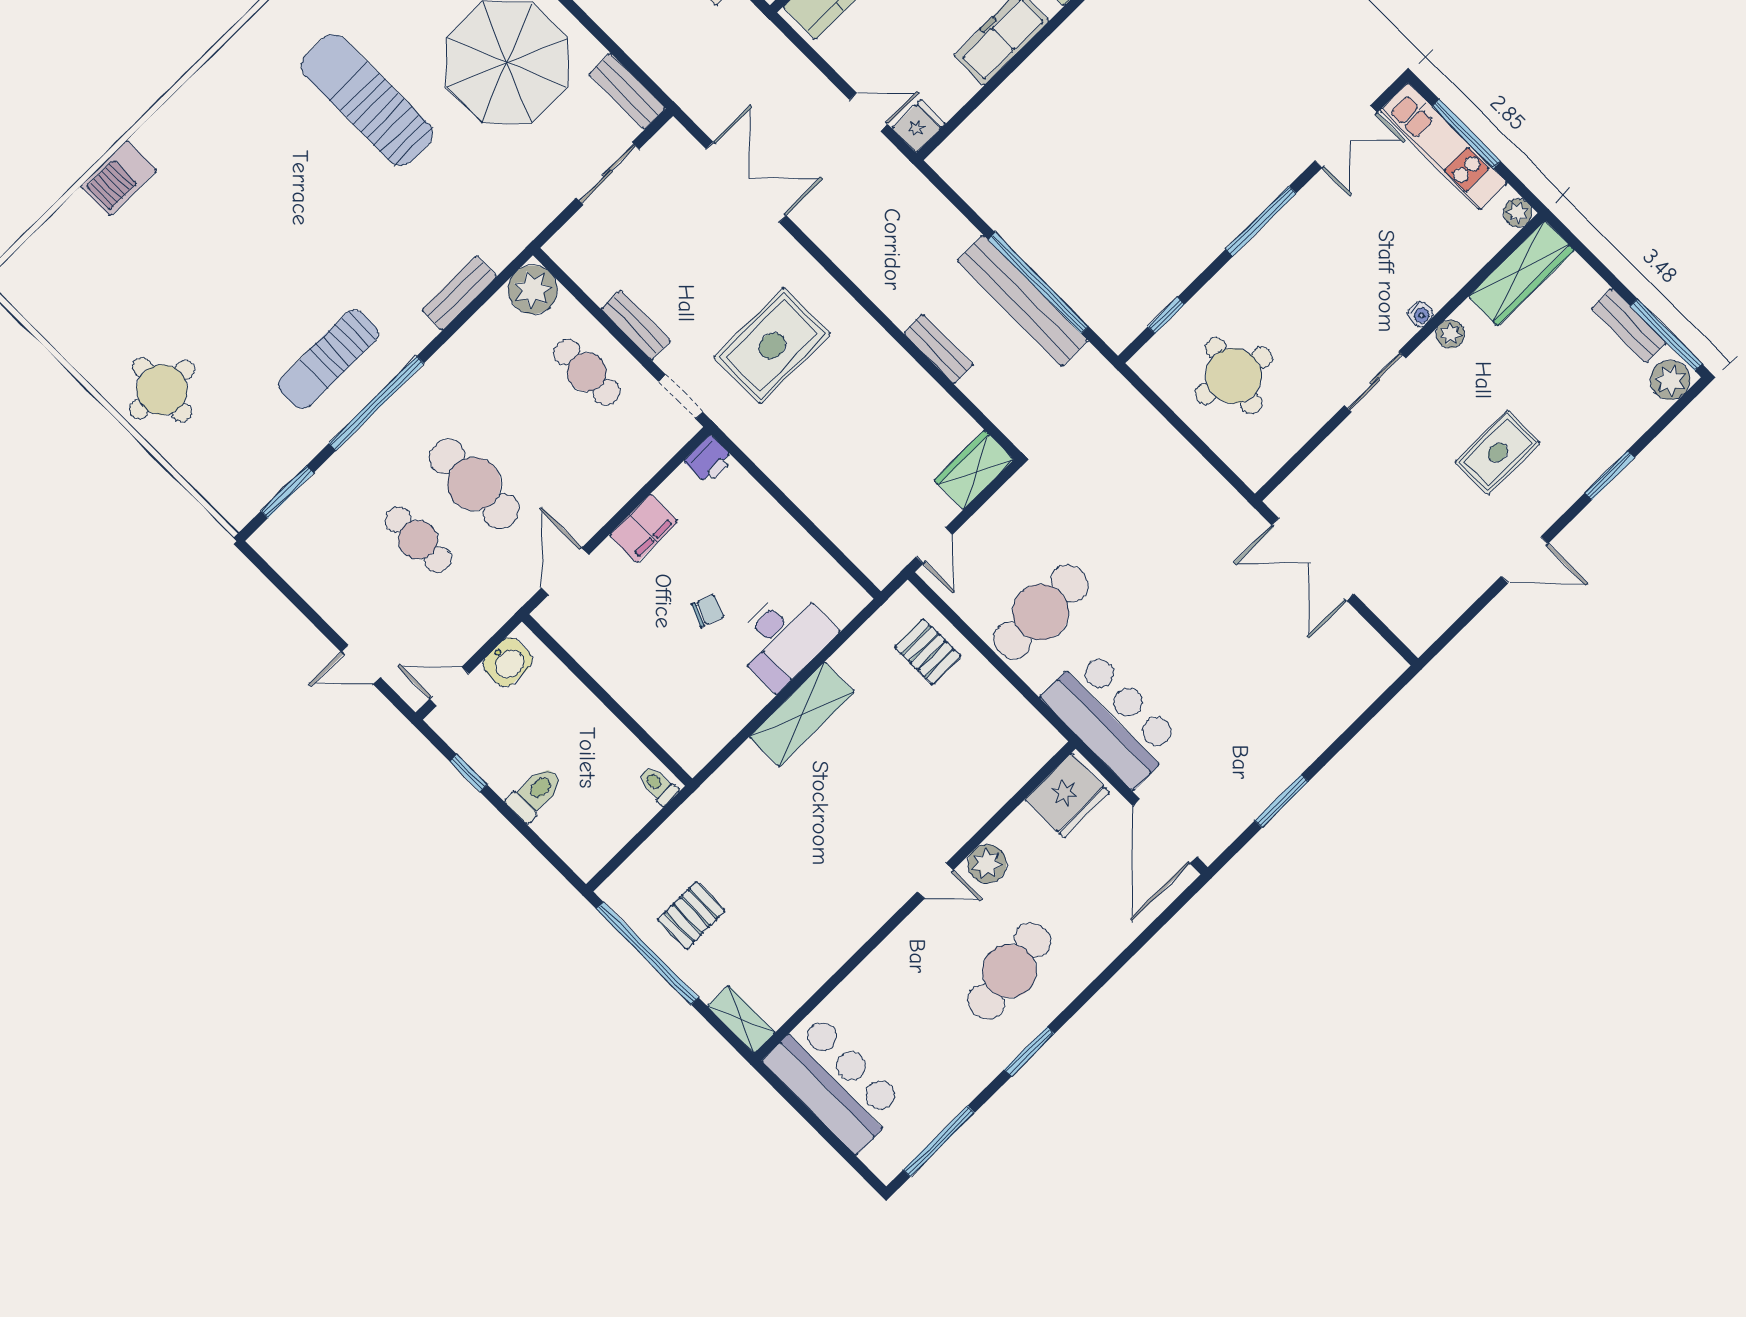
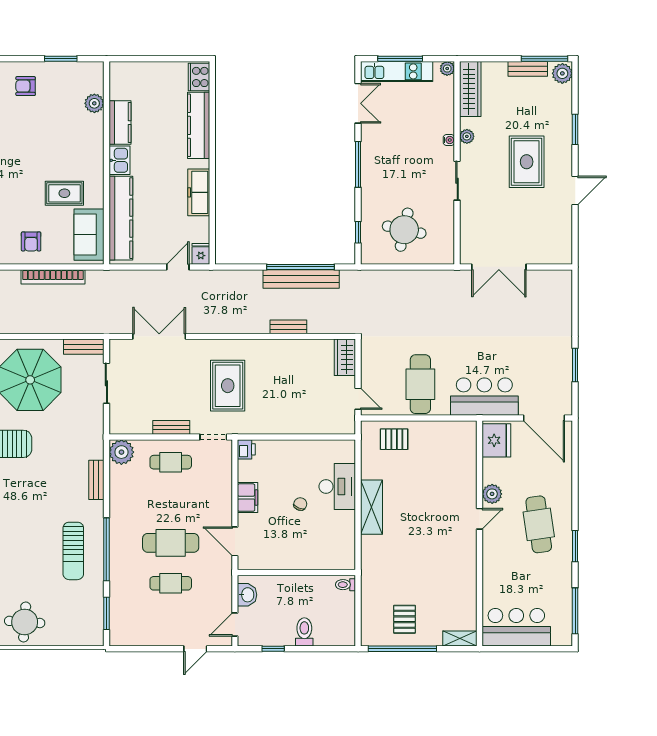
rug: (1498, 452) -> (527, 162), width x1.36, depth x1.43

